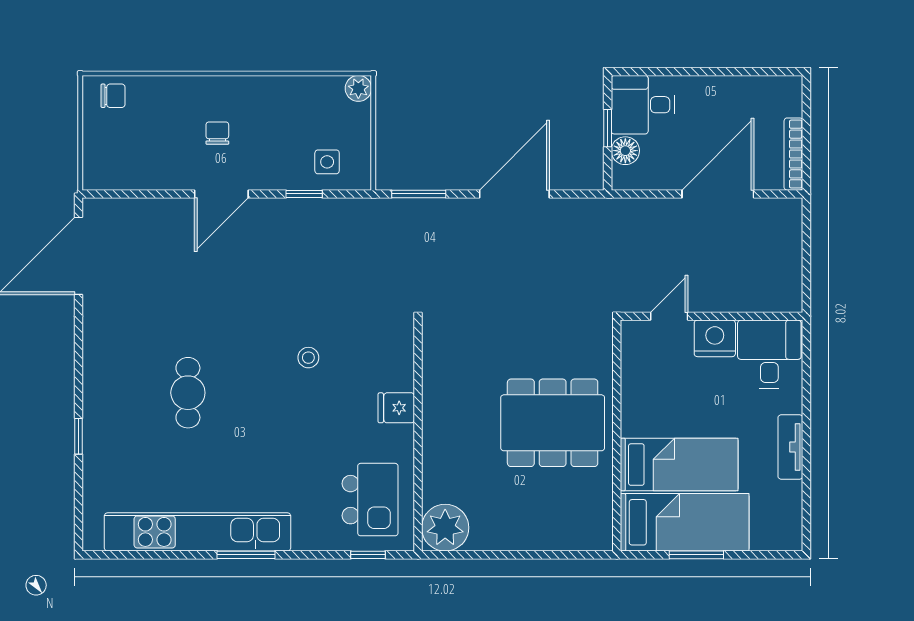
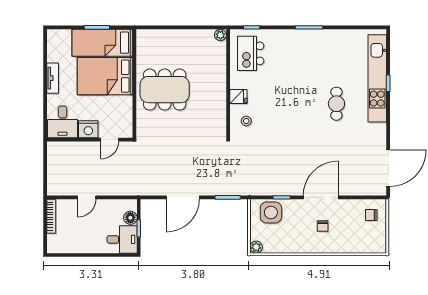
chair: (113, 96) -> (371, 215), moved
side table: (327, 162) -> (271, 212), width x1.87, depth x1.87
door: (221, 194) -> (321, 197), width x1.36
door: (718, 194) -> (87, 197), width x0.53
stool: (308, 358) -> (246, 121), moved
bed: (679, 465) -> (105, 76), width x1.50
plant: (445, 528) -> (220, 35), width x0.53, depth x0.53
kitchen unit: (197, 532) -> (377, 78), moved, turned 90

